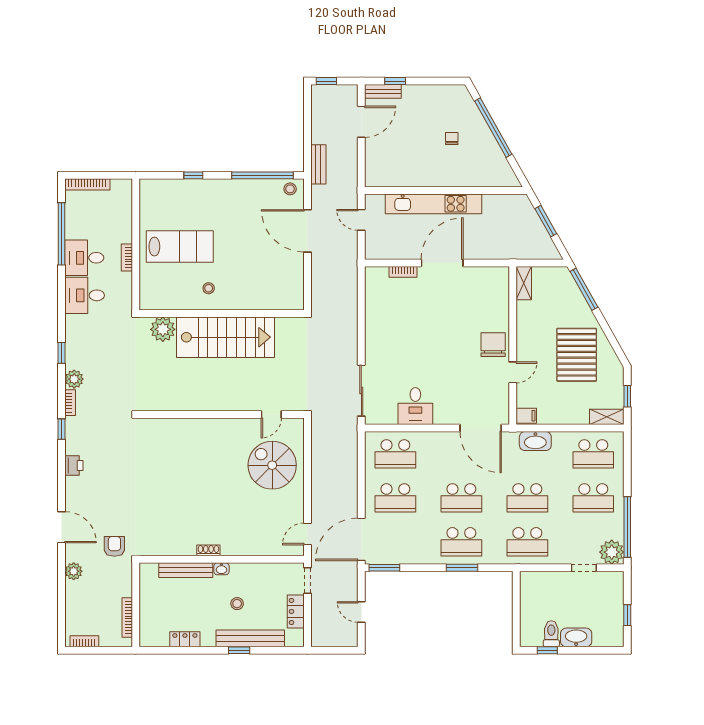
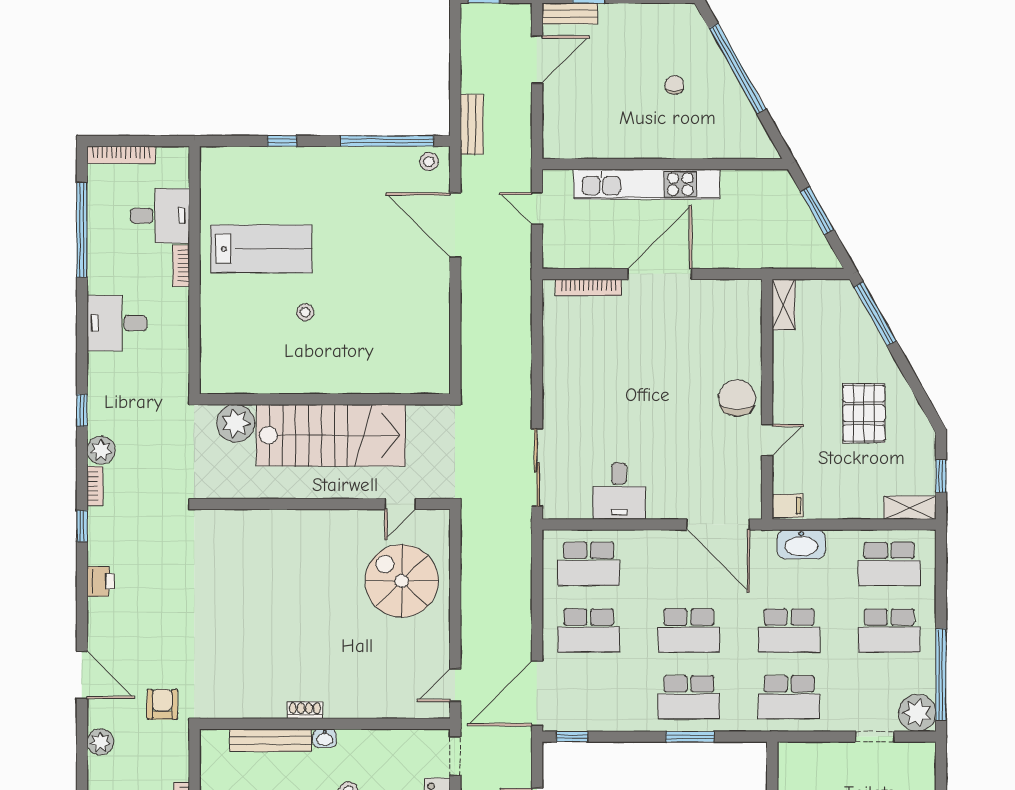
desk: (84, 258) -> (160, 216), moved, turned 180
bookcase: (403, 272) -> (588, 287), width x1.56
wall: (222, 313) -> (325, 399), moved
plant: (163, 329) -> (236, 423), moved
stairs: (226, 337) -> (331, 435), moved
pallet: (577, 355) -> (864, 413), width x0.73, depth x0.71
window: (384, 568) -> (572, 737), width x0.67

